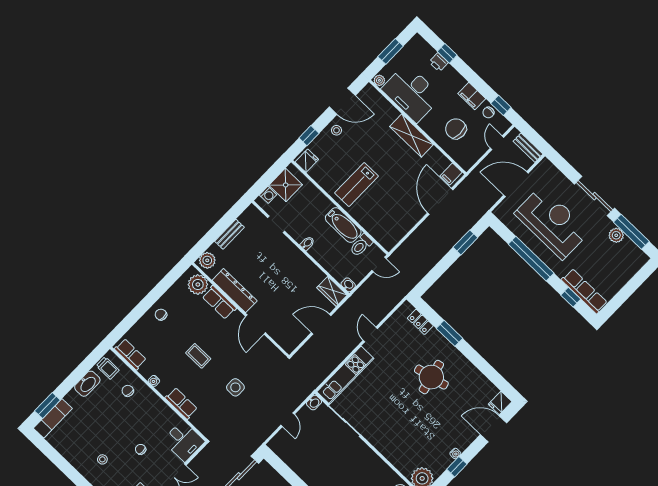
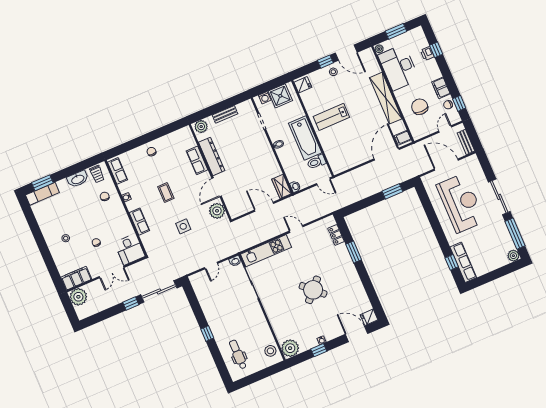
window: (309, 136) -> (325, 62), moved
shelving: (412, 136) -> (386, 98), width x1.47
bathtub: (343, 225) -> (305, 138), width x1.36, depth x1.36
plant: (616, 235) -> (513, 256), moved
window: (531, 259) -> (435, 223), removed
plant: (198, 285) -> (217, 211), moved
door: (370, 334) -> (296, 229), hinge flipped
round table: (431, 377) -> (313, 290), moved, turned -34

